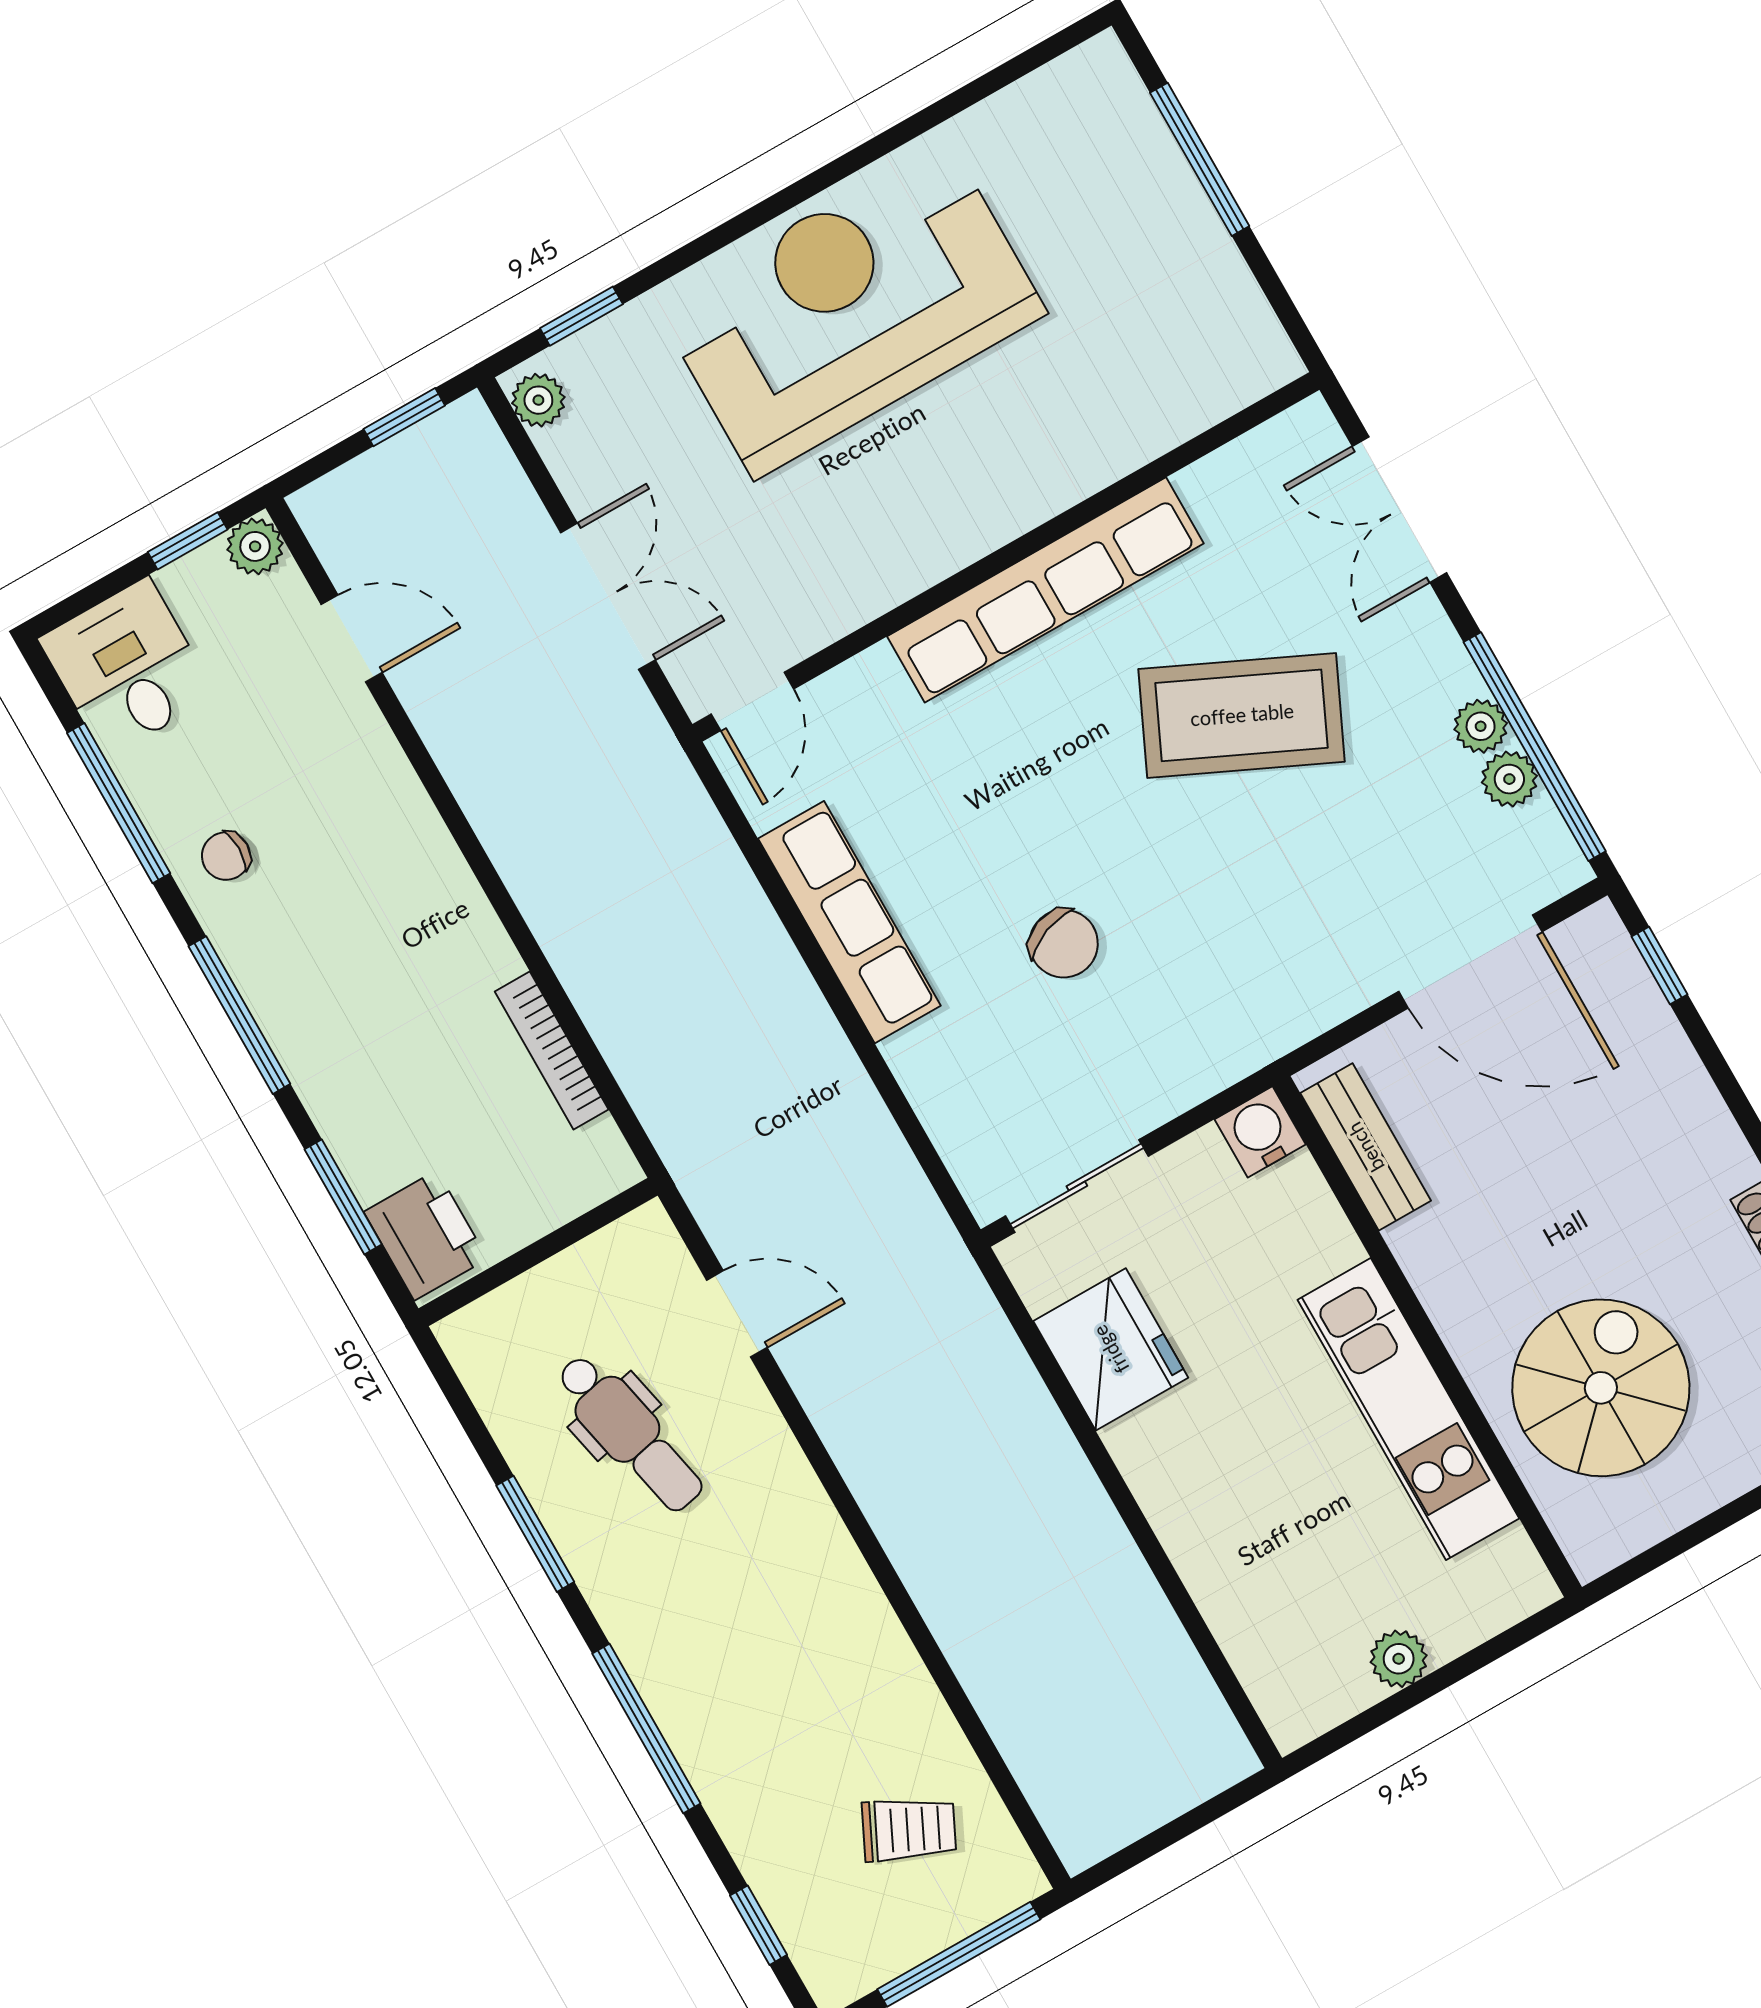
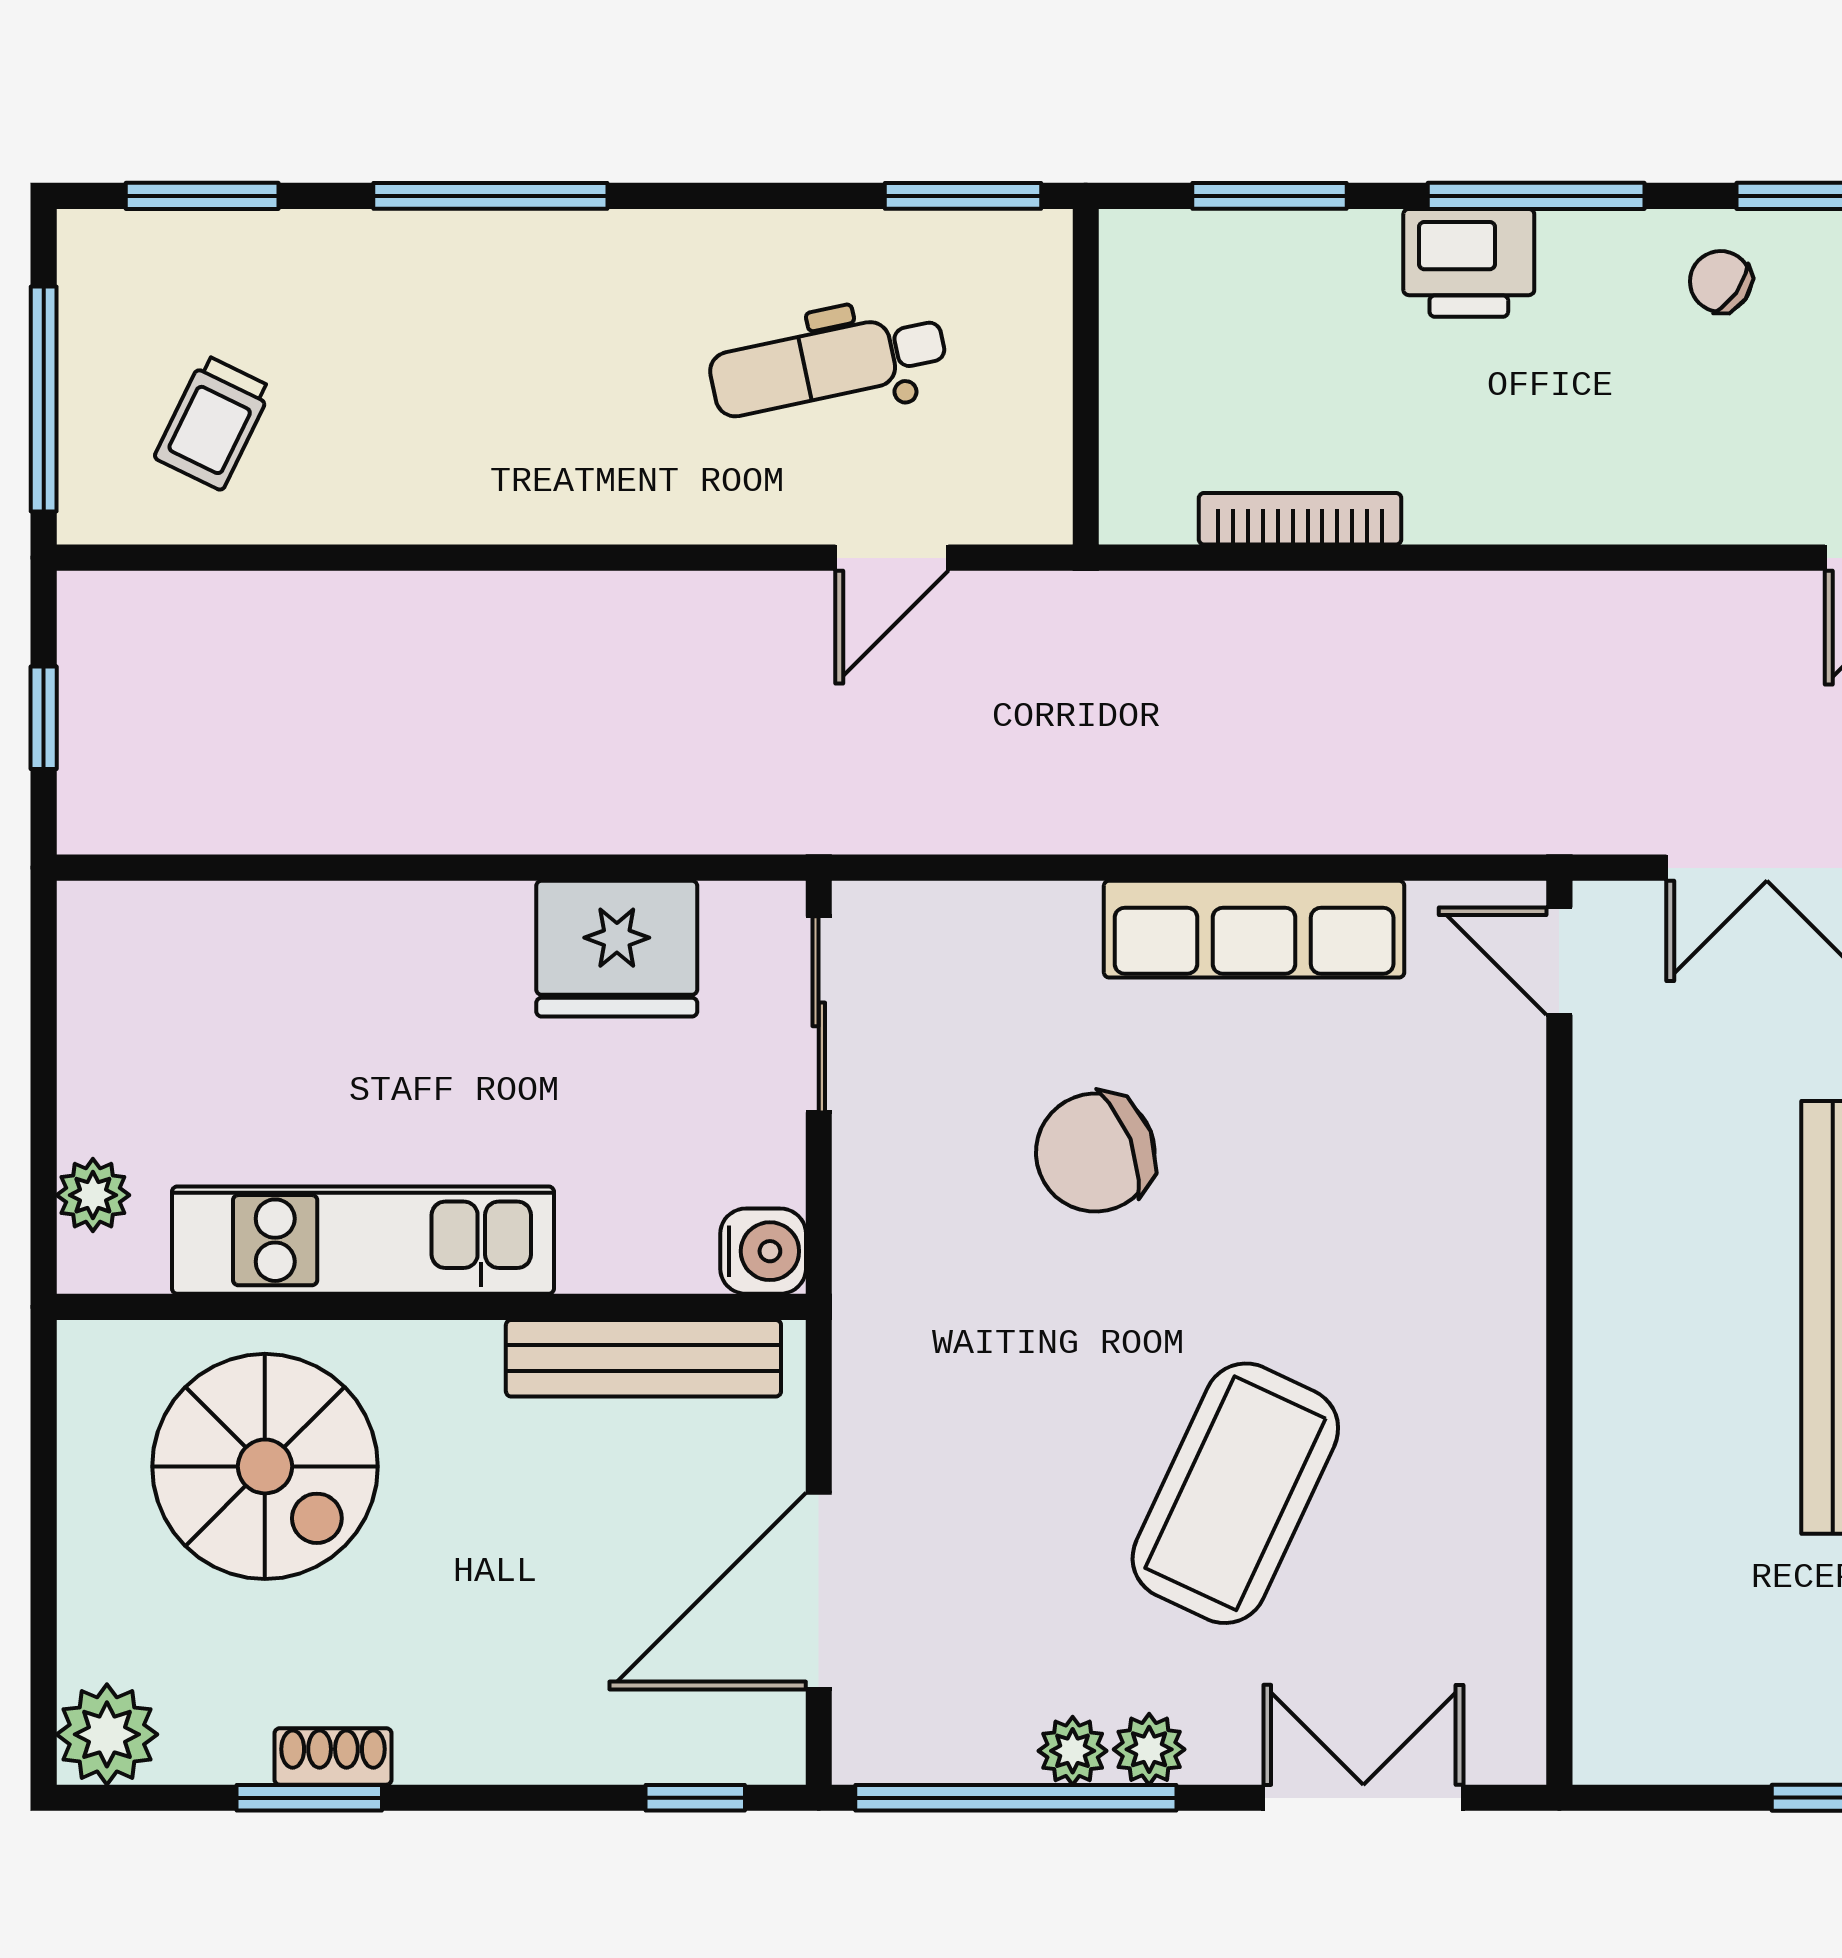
row of seats: (1045, 590) -> (1498, 1356), removed
plant: (1509, 779) -> (1149, 1749), moved
chair: (226, 856) -> (1721, 281), turned -55
chair: (1064, 944) -> (1095, 1153), width x1.37, depth x1.37
bench: (1366, 1147) -> (643, 1358), width x1.36
printer: (426, 1235) -> (1469, 263), moved
window: (535, 1534) -> (963, 196), moved
plant: (1399, 1659) -> (93, 1195), moved
window: (1176, 1830) -> (44, 718), added
window: (759, 1925) -> (202, 196), width x1.50

